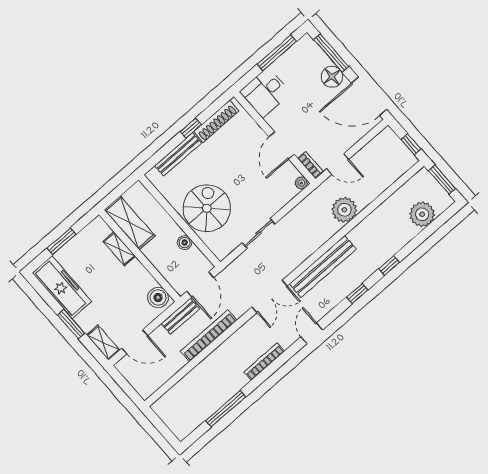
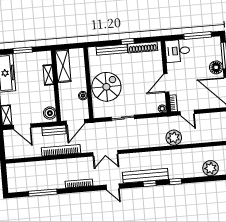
bench: (323, 266) -> (145, 176), moved
door: (312, 333) -> (113, 187), swing flipped

